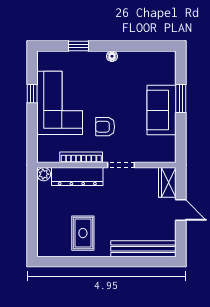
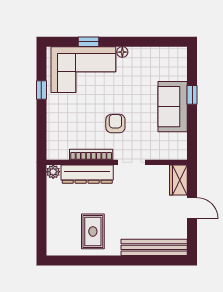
window: (181, 98) -> (192, 95), width x0.67
corner sofa: (60, 103) -> (83, 70), moved, turned 90
armchair: (105, 127) -> (115, 124), turned 90

